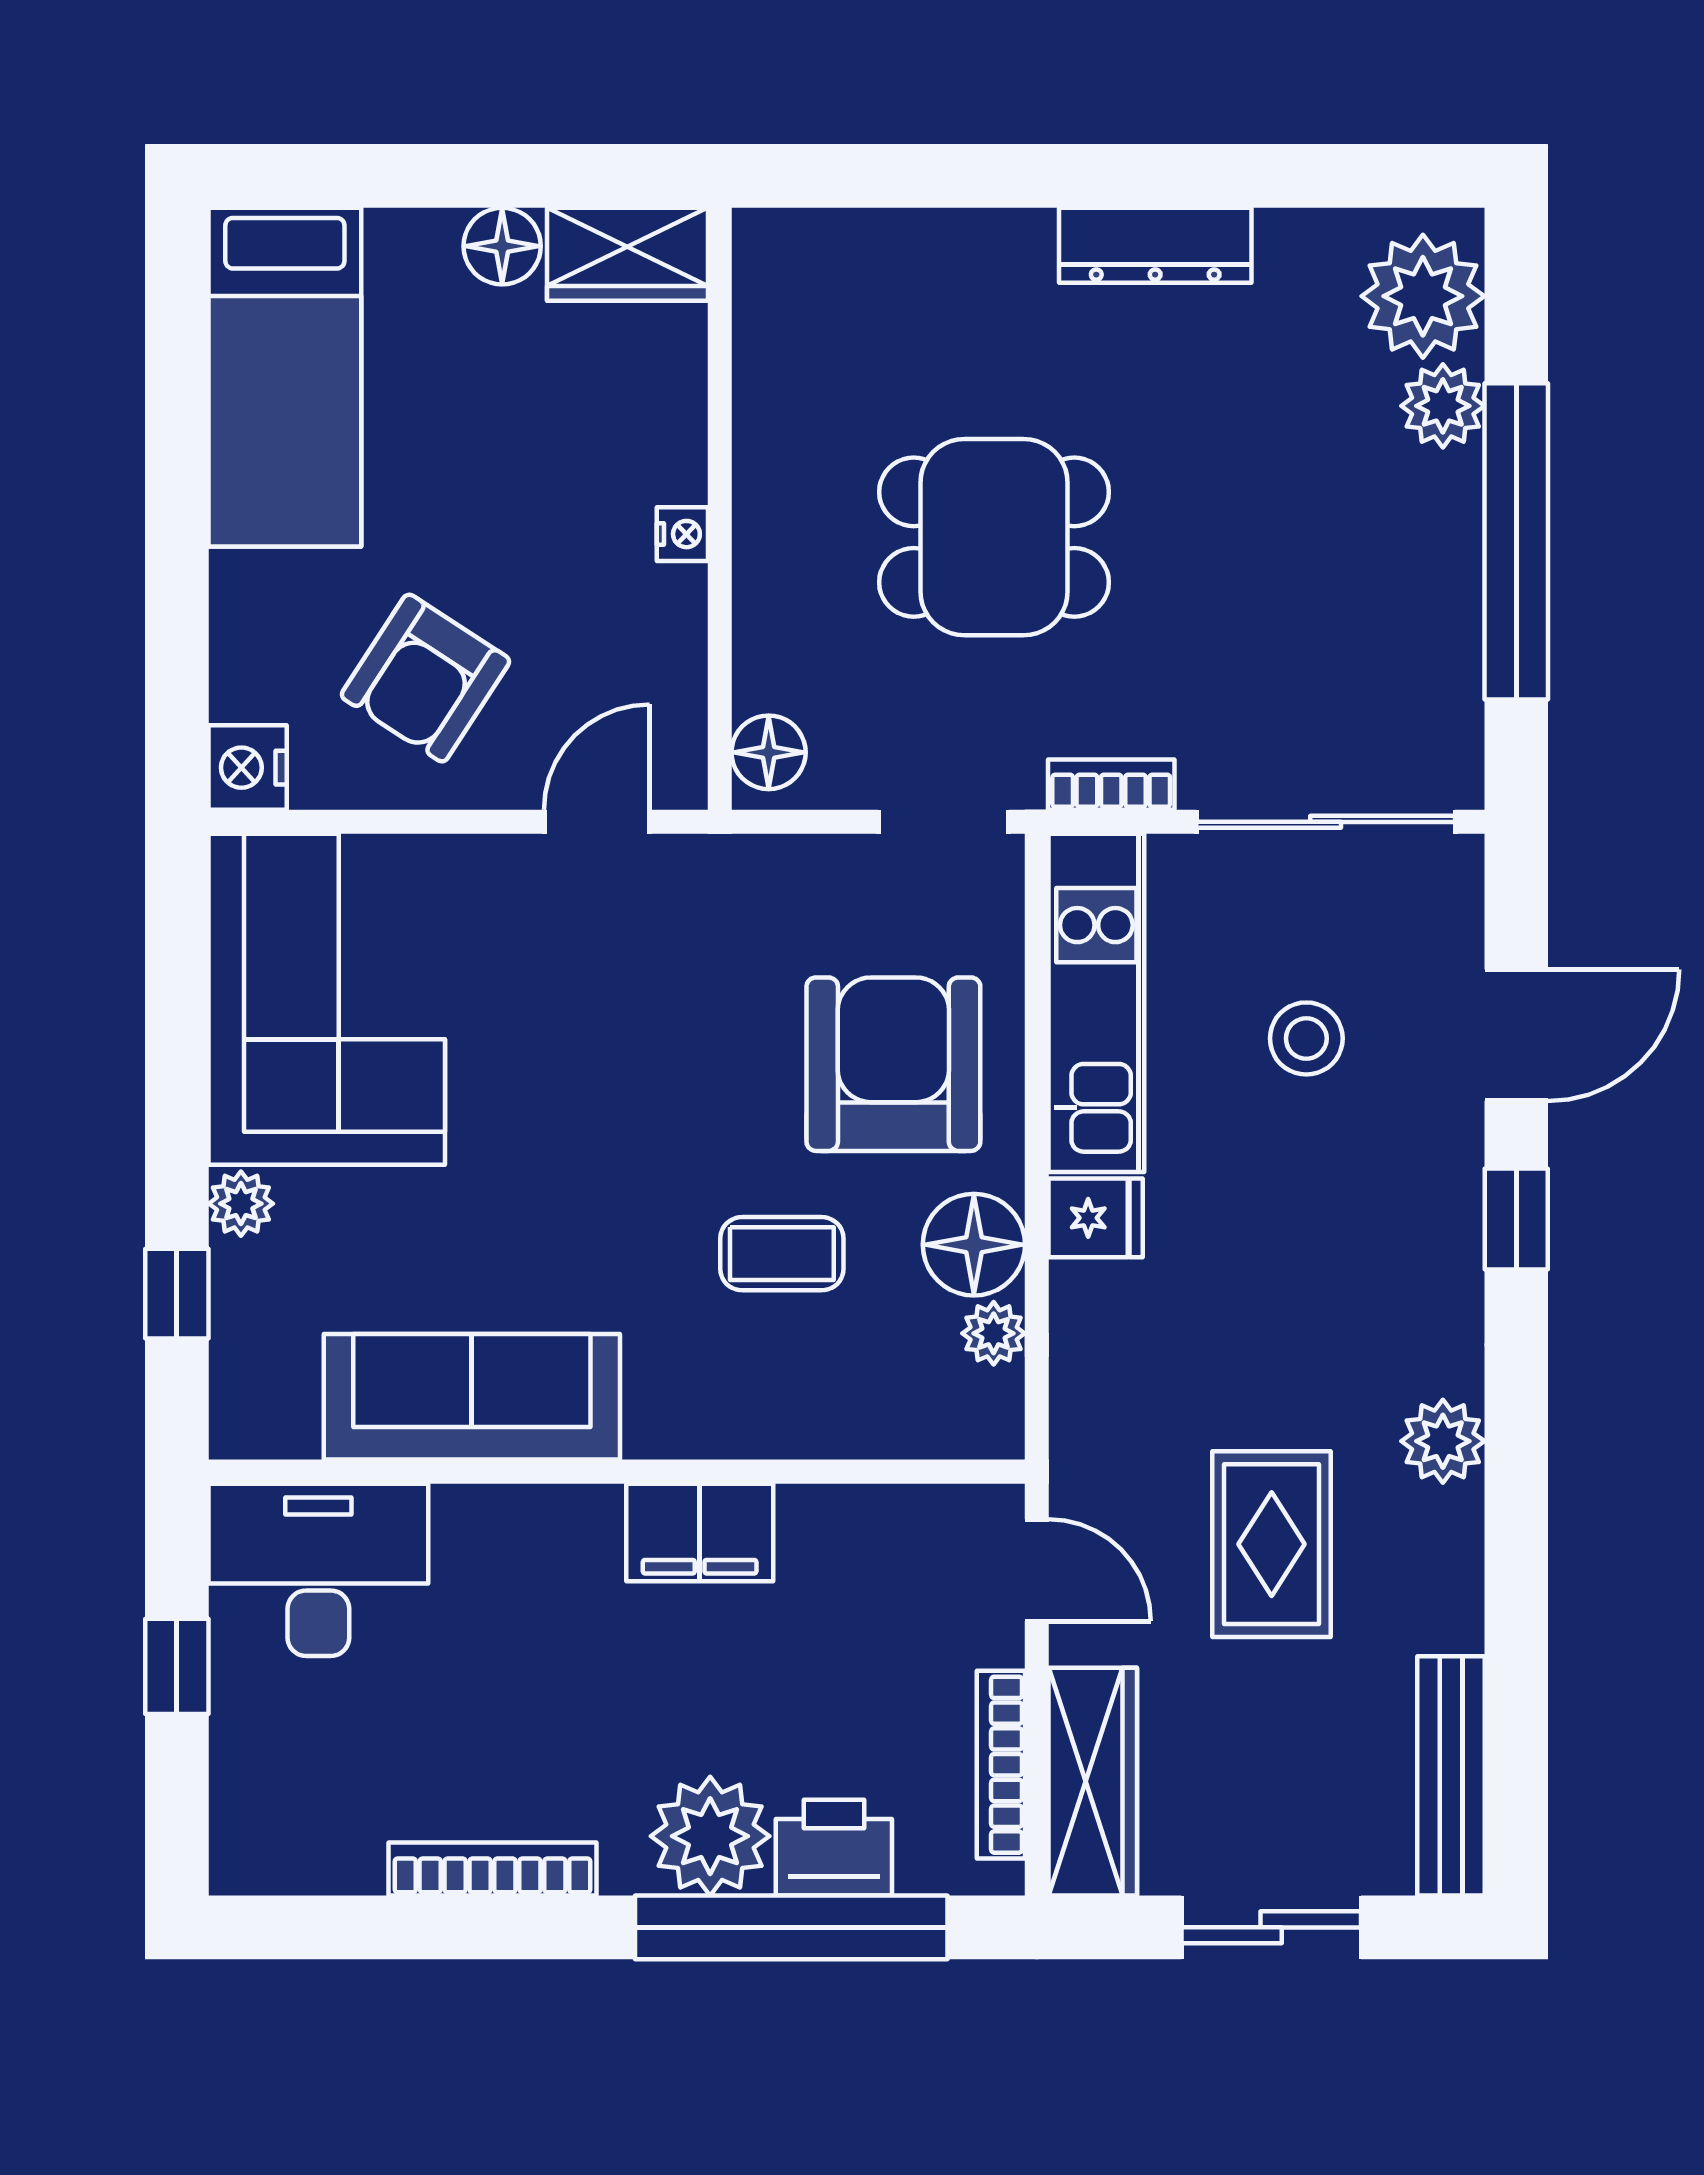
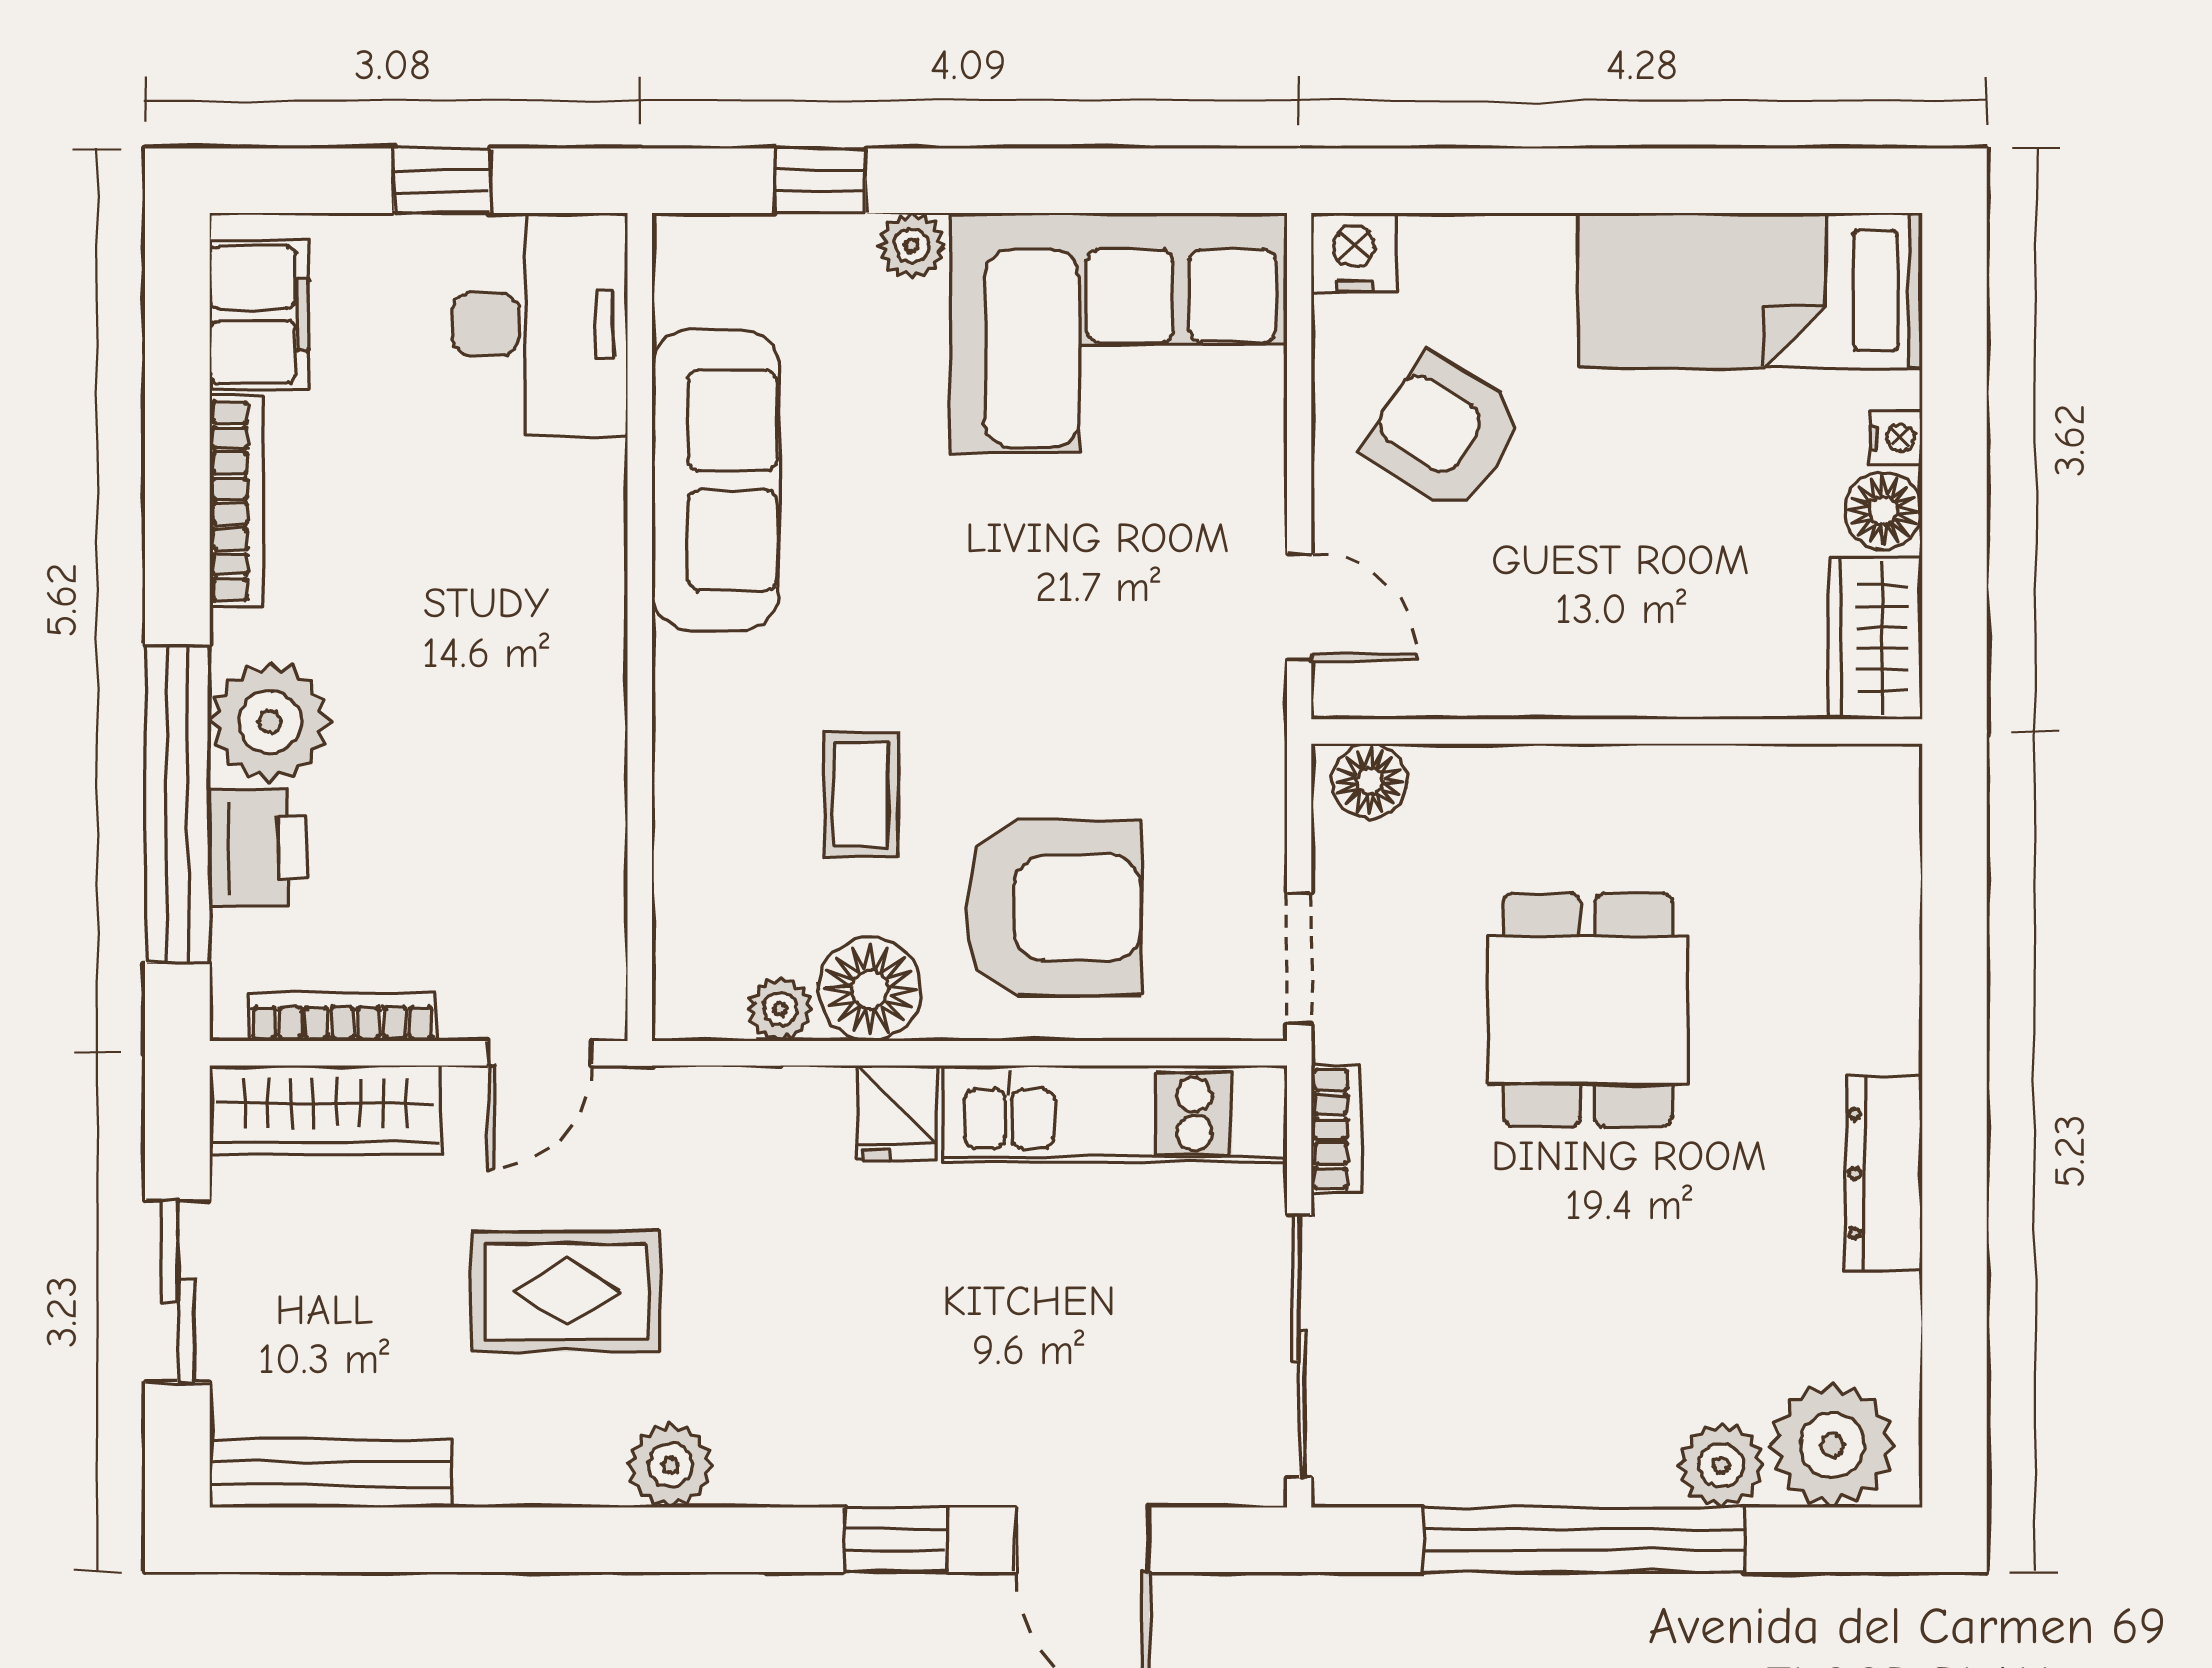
nightstand: (682, 534) -> (1896, 438), moved, turned -90
stool: (1306, 1038) -> (1079, 1327), removed
filing cabinet: (700, 1532) -> (259, 315), moved, turned 180

